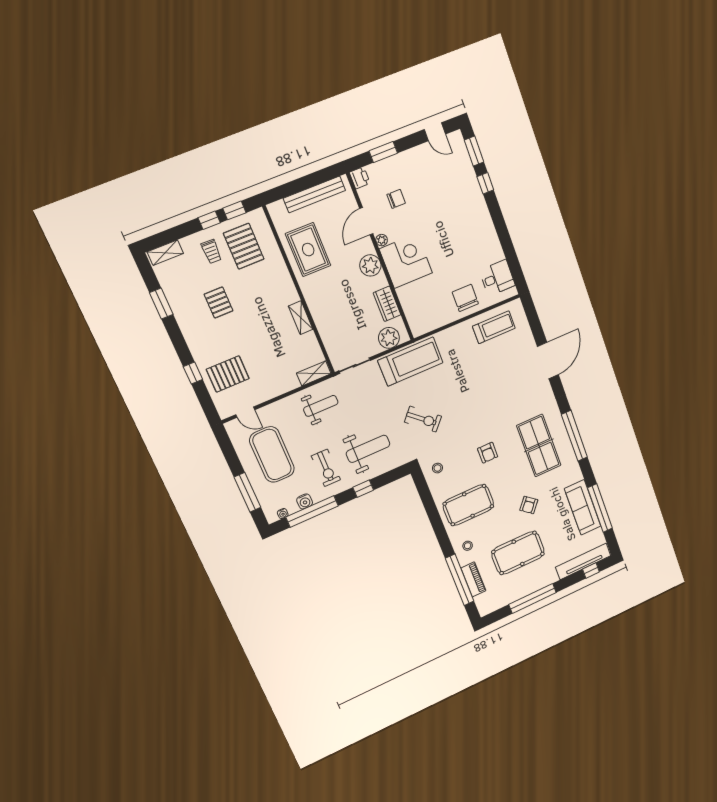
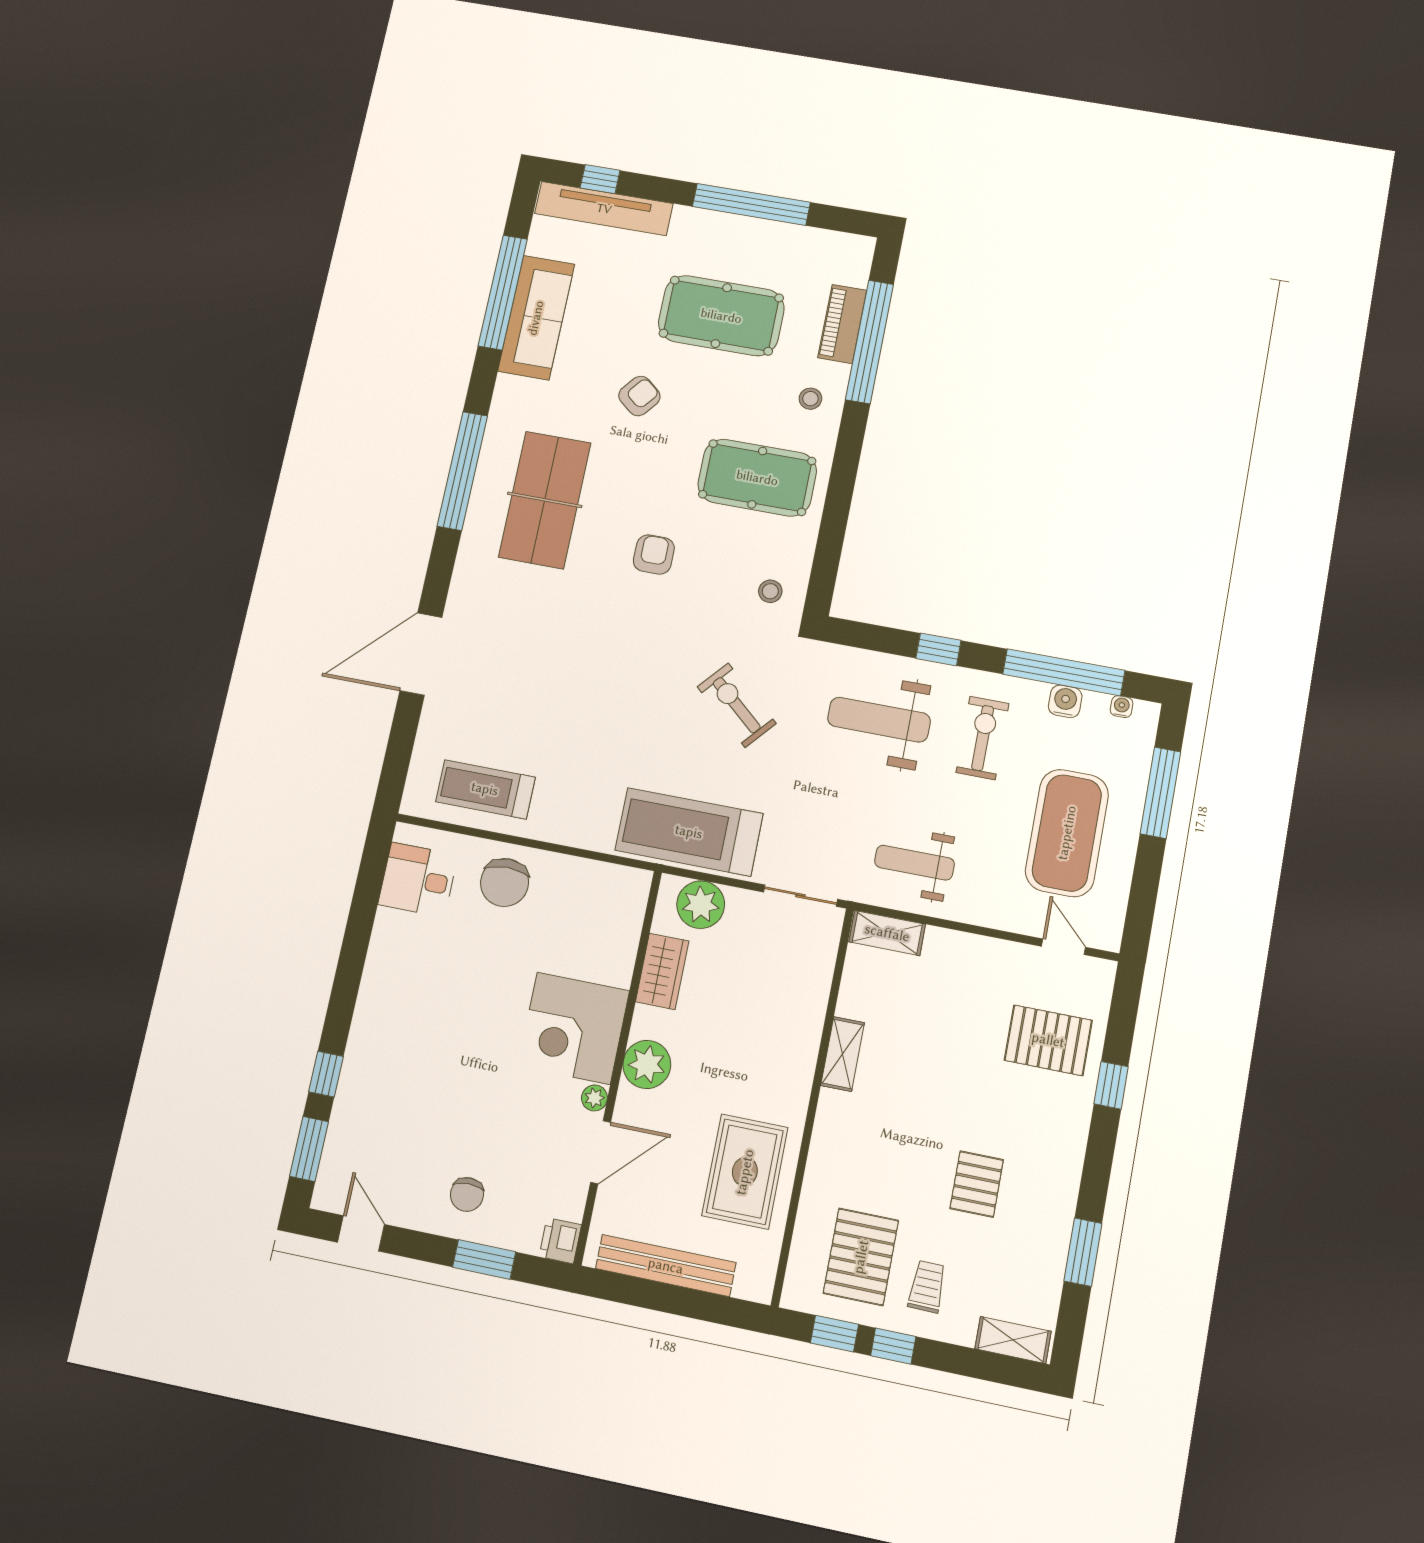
chair: (396, 199) -> (467, 1195), moved, turned -90

